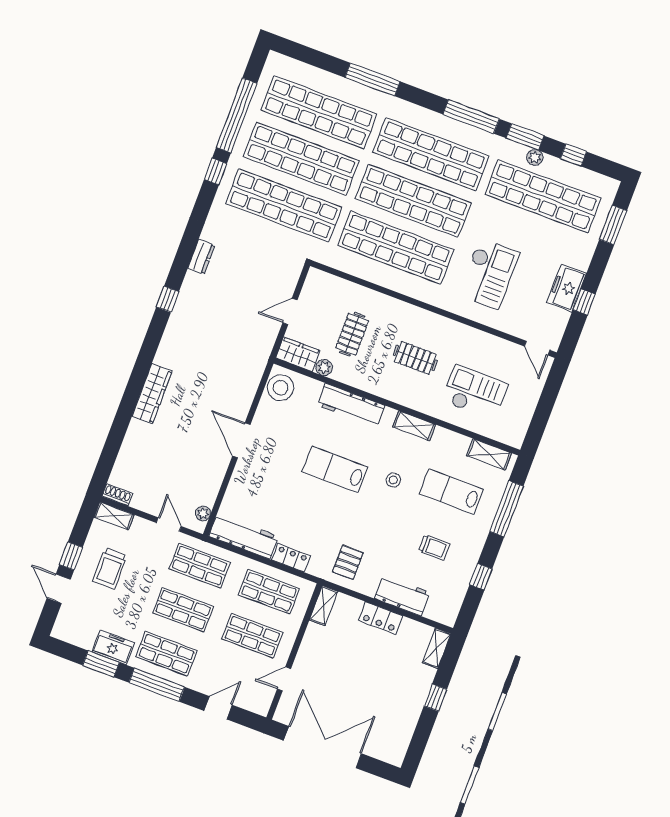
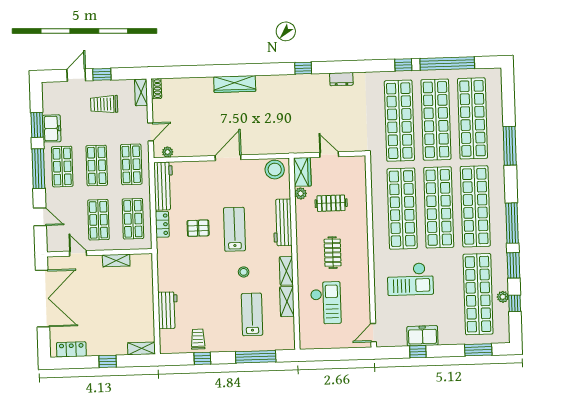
plant: (535, 157) -> (503, 297), moved
shelving: (489, 454) -> (287, 302), moved
trolley: (434, 547) -> (198, 339), moved, turned 180
pallet: (348, 562) -> (198, 228), moved
shelving: (324, 606) -> (116, 260), moved
locker: (381, 618) -> (71, 349), moved, turned 90

